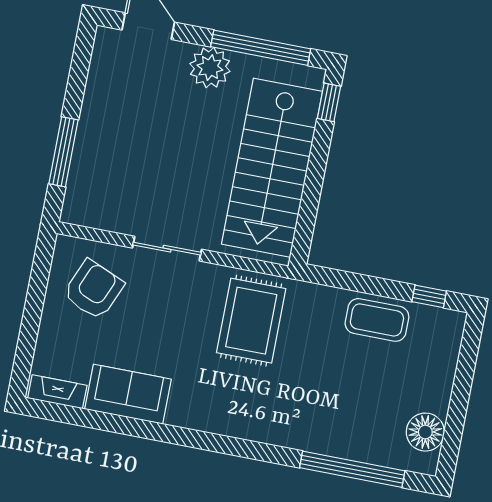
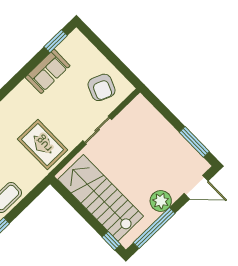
window: (64, 152) -> (194, 142), moved
fireplace: (57, 392) -> (69, 42), removed
window: (70, 415) -> (56, 41), added

